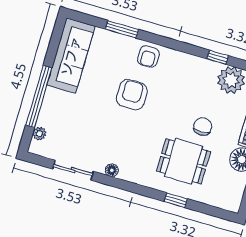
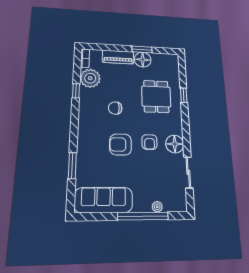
armchair: (148, 56) -> (149, 142), moved, turned 90
chair: (203, 127) -> (115, 108), moved
plant: (39, 134) -> (157, 207), moved
floor lamp: (112, 170) -> (175, 144), width x1.89, depth x1.89

